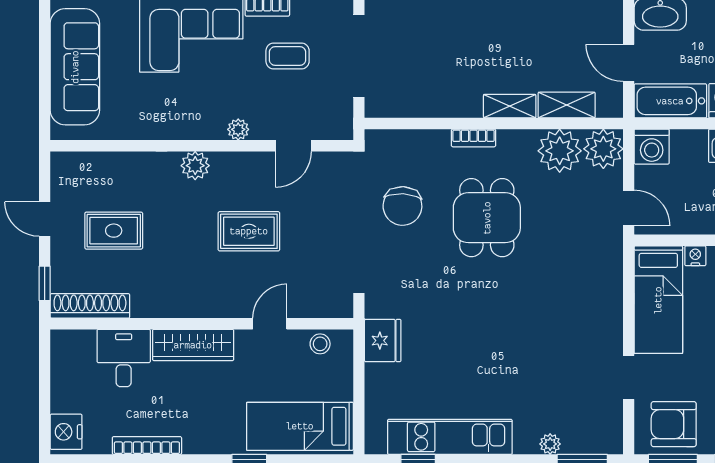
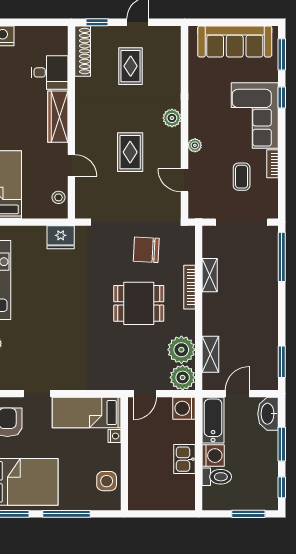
shelving: (510, 106) -> (210, 275), moved
bookcase: (474, 138) -> (189, 287), width x1.56

